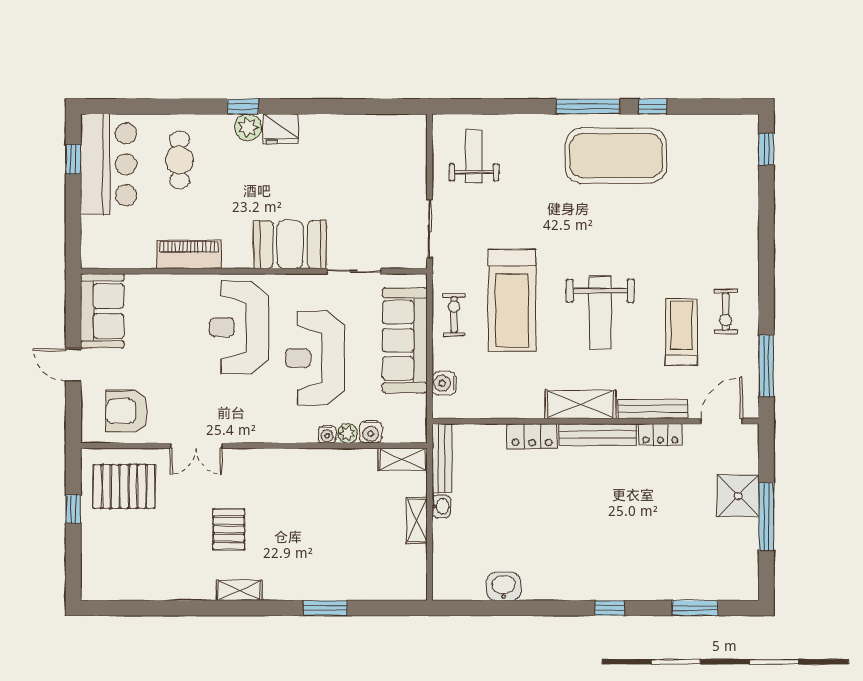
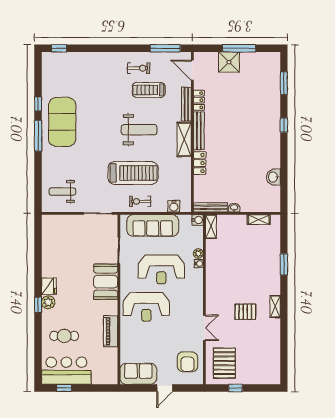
water cooler: (371, 432) -> (198, 220), moved
shelving: (417, 520) -> (259, 220), moved

